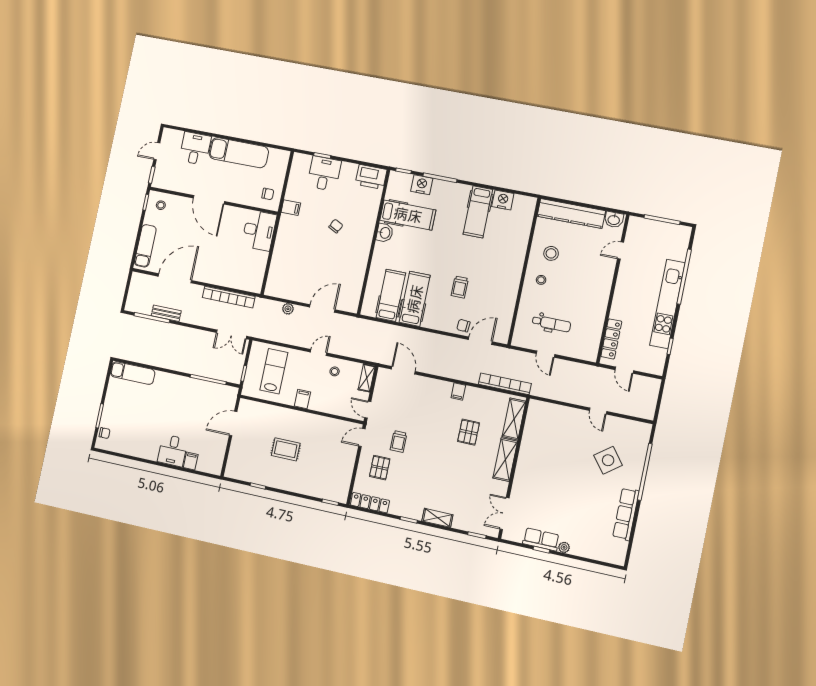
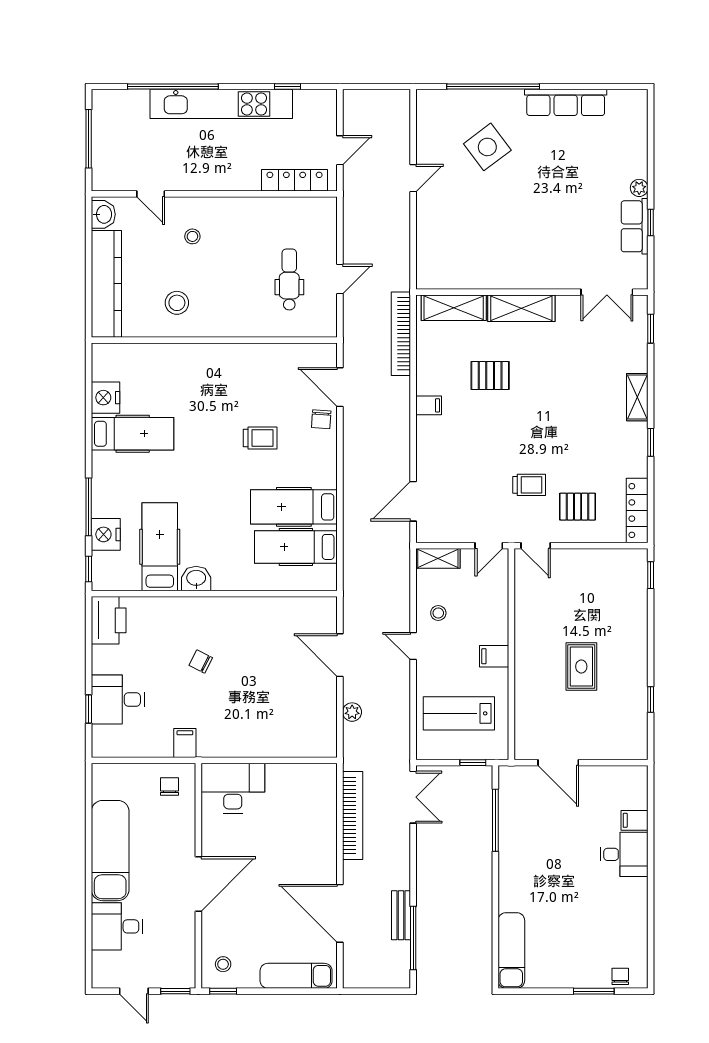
stool: (541, 280) -> (192, 236), moved

